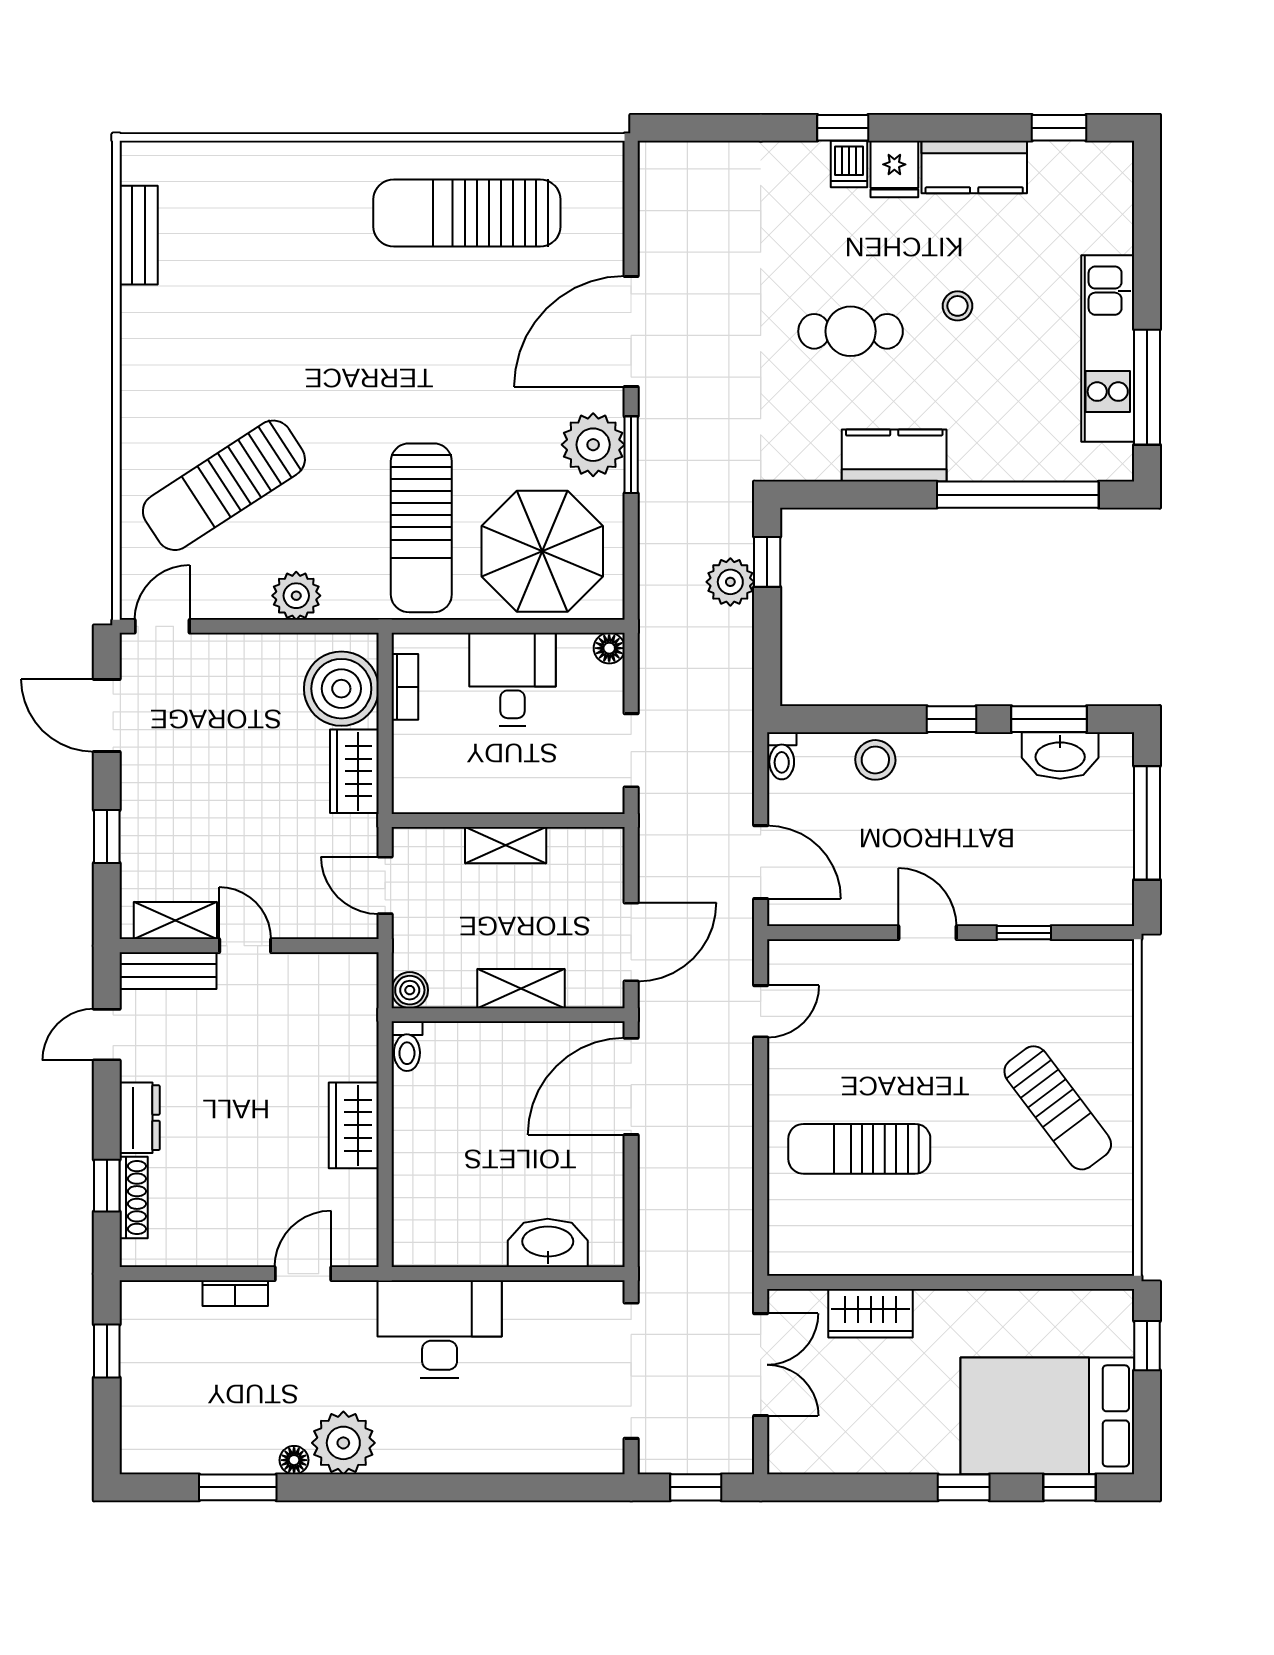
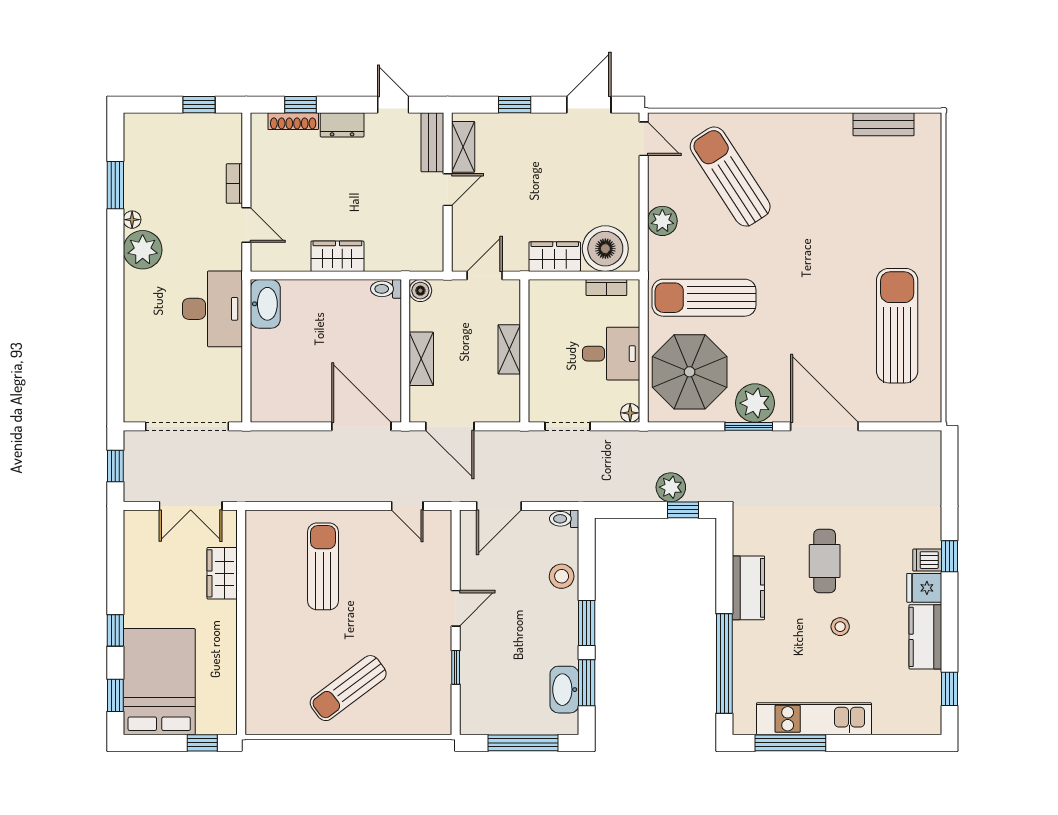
window: (952, 719) -> (587, 623), width x1.50
washbasin: (548, 1243) -> (265, 304), moved

